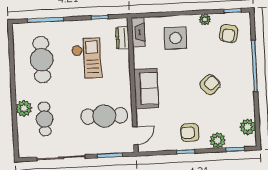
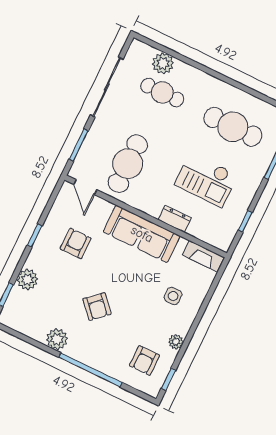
armchair: (229, 33) -> (144, 361), turned -102
dresser: (122, 38) -> (175, 219), moved
side table: (176, 38) -> (173, 296), width x0.54, depth x0.54
sofa: (146, 88) -> (142, 234), width x1.36
plant: (24, 108) -> (163, 63), moved
plant: (248, 127) -> (57, 339), moved
armchair: (190, 132) -> (76, 243), moved

